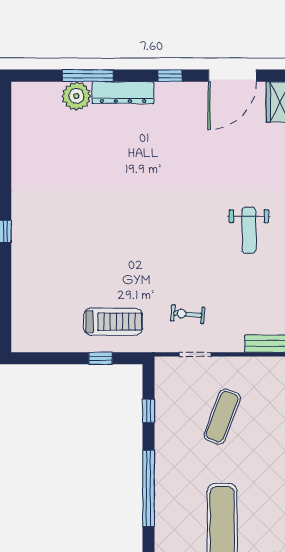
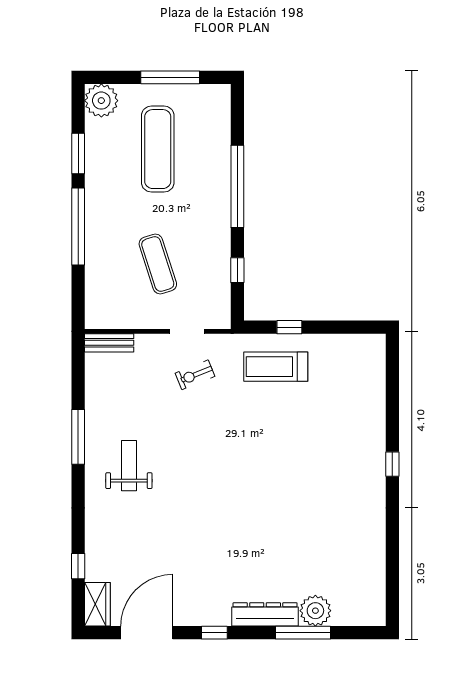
exercise bike: (188, 314) -> (195, 375), turned 153
exercise mat: (222, 417) -> (158, 264), turned -39

